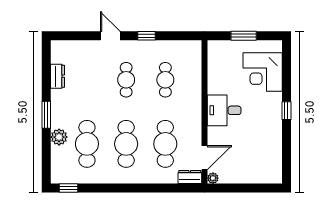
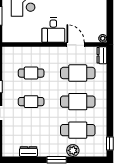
door: (204, 158) -> (76, 45), moved

